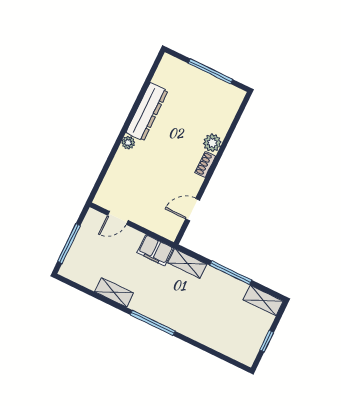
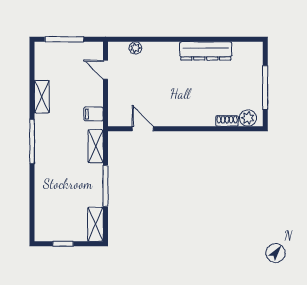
plant: (128, 143) -> (135, 48), moved
plant: (212, 143) -> (248, 118), moved
shoe rack: (205, 164) -> (227, 121), moved
filing cabinet: (155, 250) -> (94, 114), width x0.50

